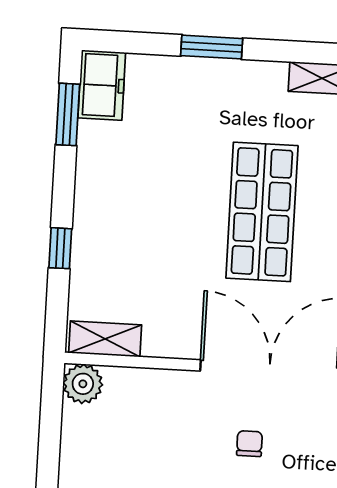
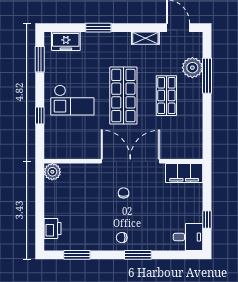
freezer: (102, 85) -> (66, 41), moved, turned 90
checkout: (140, 216) -> (72, 100), added
shelving: (105, 339) -> (61, 152), removed

